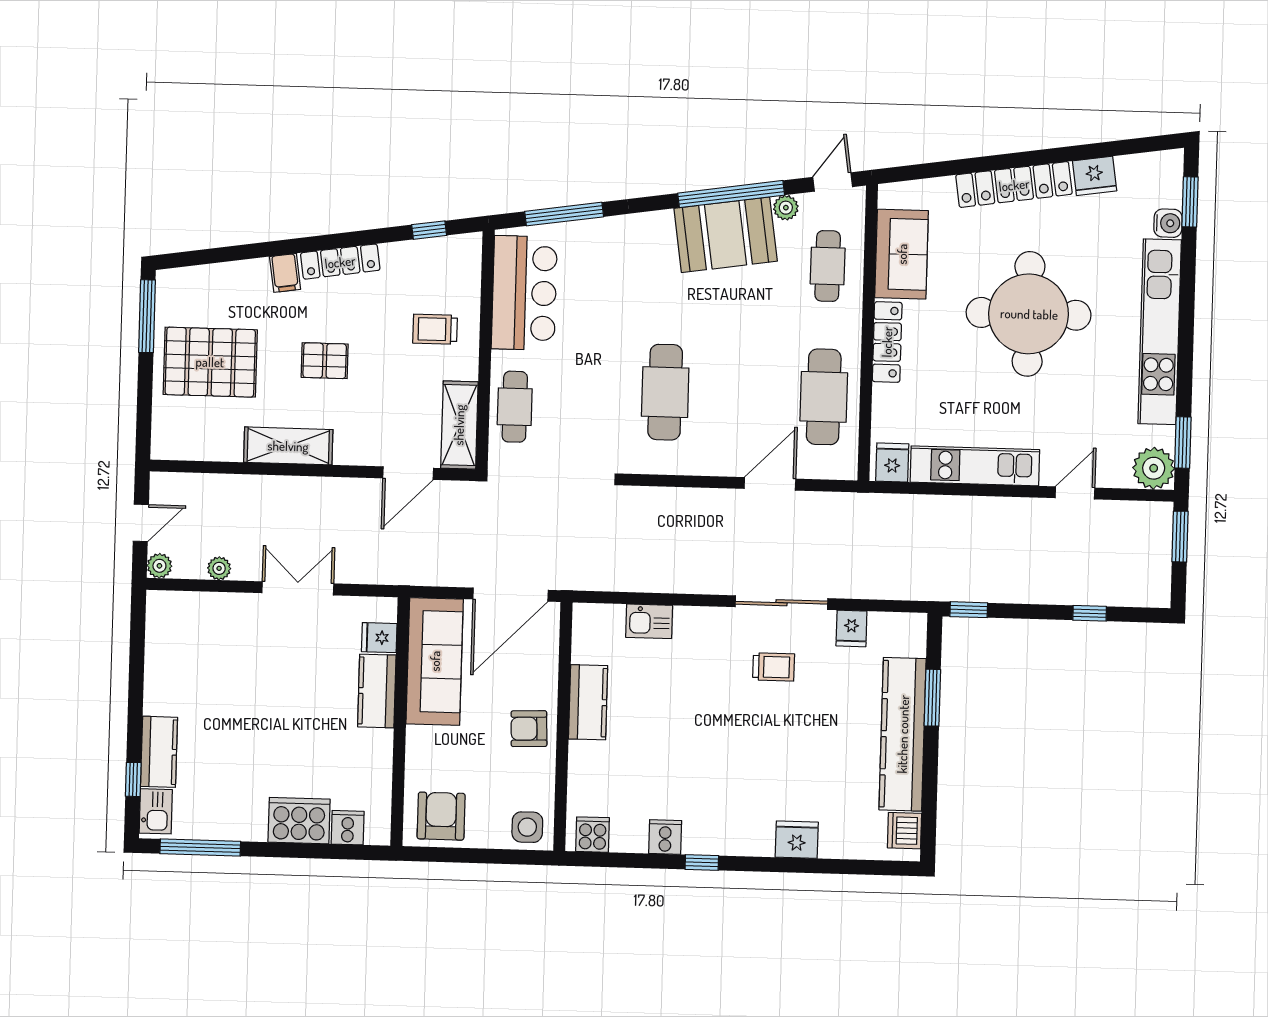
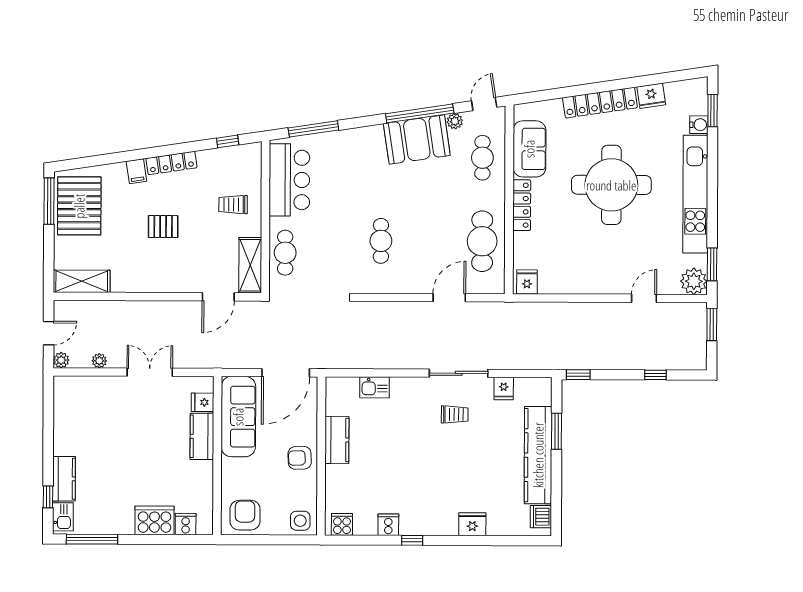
pallet: (210, 362) -> (79, 206), moved, turned 90
cafe table: (665, 392) -> (381, 241), width x0.73, depth x0.74
shelving: (288, 446) -> (82, 281), moved
kitchen unit: (975, 466) -> (580, 283), removed

